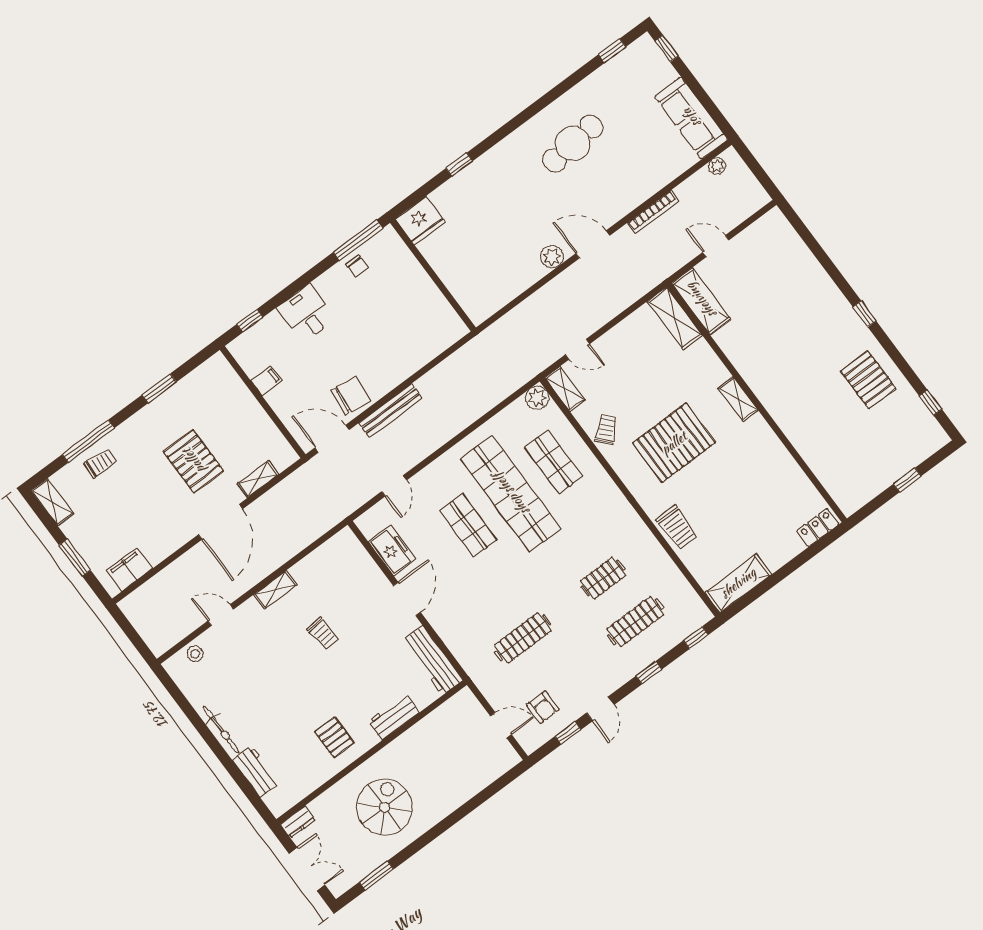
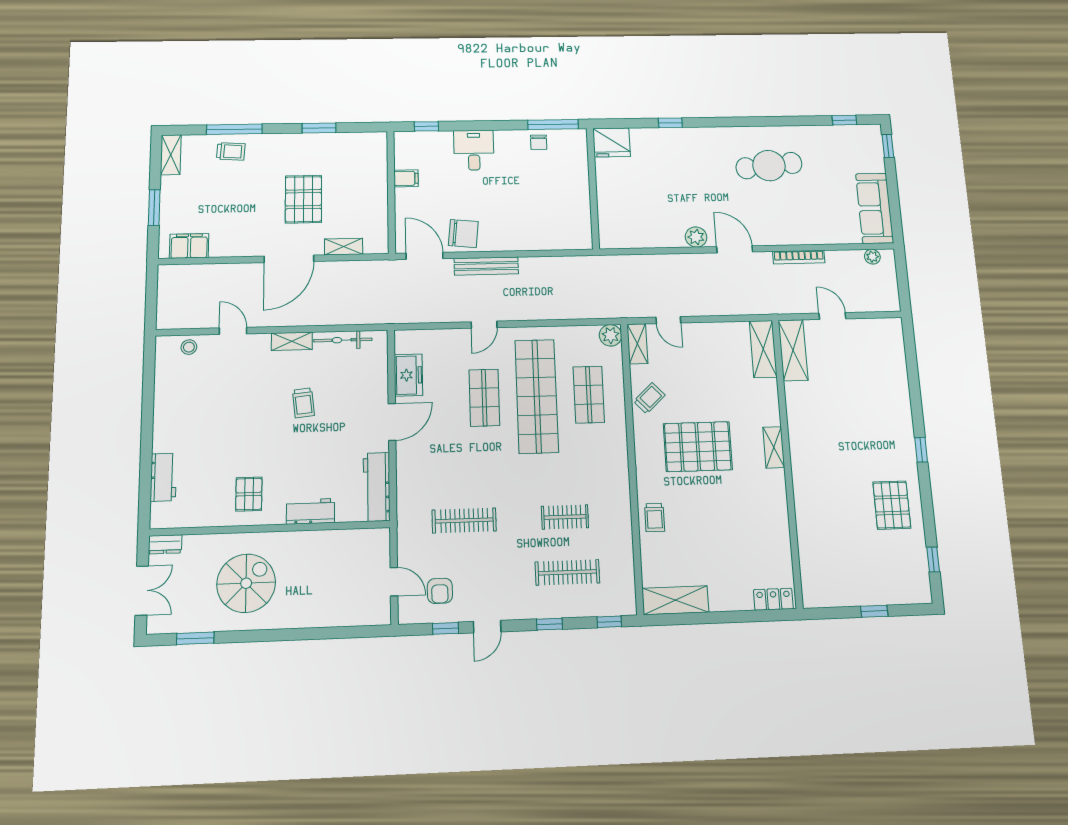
door: (394, 486) -> (484, 325), moved
trolley: (677, 528) -> (655, 517), width x0.73, depth x0.72
bicycle: (221, 730) -> (343, 340), moved, turned 90

